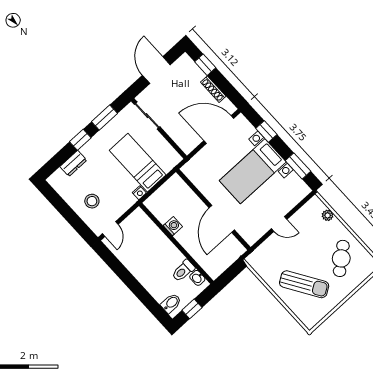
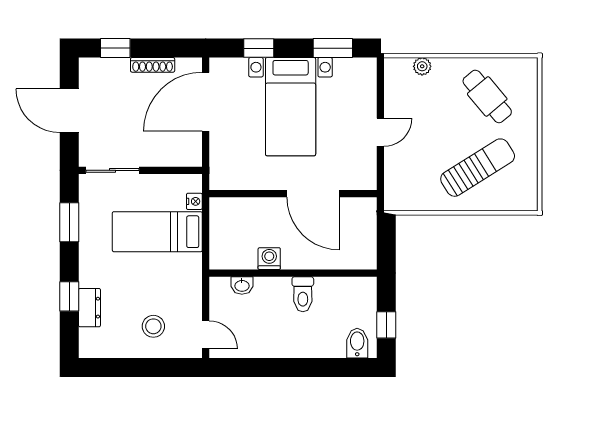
window: (80, 140) -> (69, 296), moved
nightstand: (139, 193) -> (194, 201), moved
toilet: (183, 271) -> (303, 294), moved
washbasin: (197, 278) -> (242, 285), moved

